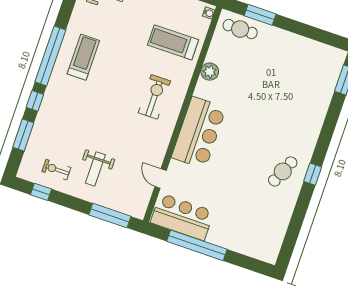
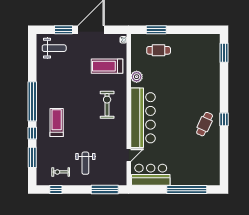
cafe table: (240, 29) -> (159, 50), moved
treadmill: (83, 57) -> (57, 123), moved
bar counter: (199, 133) -> (143, 118), width x1.36
door: (161, 178) -> (129, 155), swing flipped
window: (197, 245) -> (187, 190), moved

